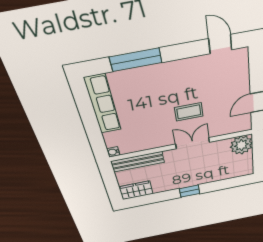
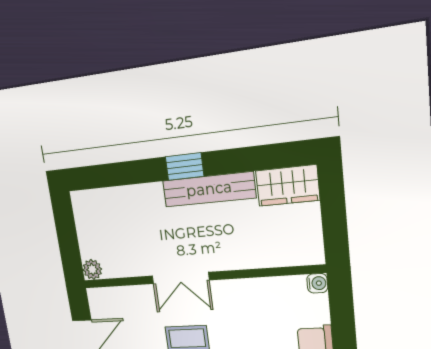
plant: (241, 145) -> (92, 269), width x0.53, depth x0.53
bench: (138, 162) -> (209, 189), moved

